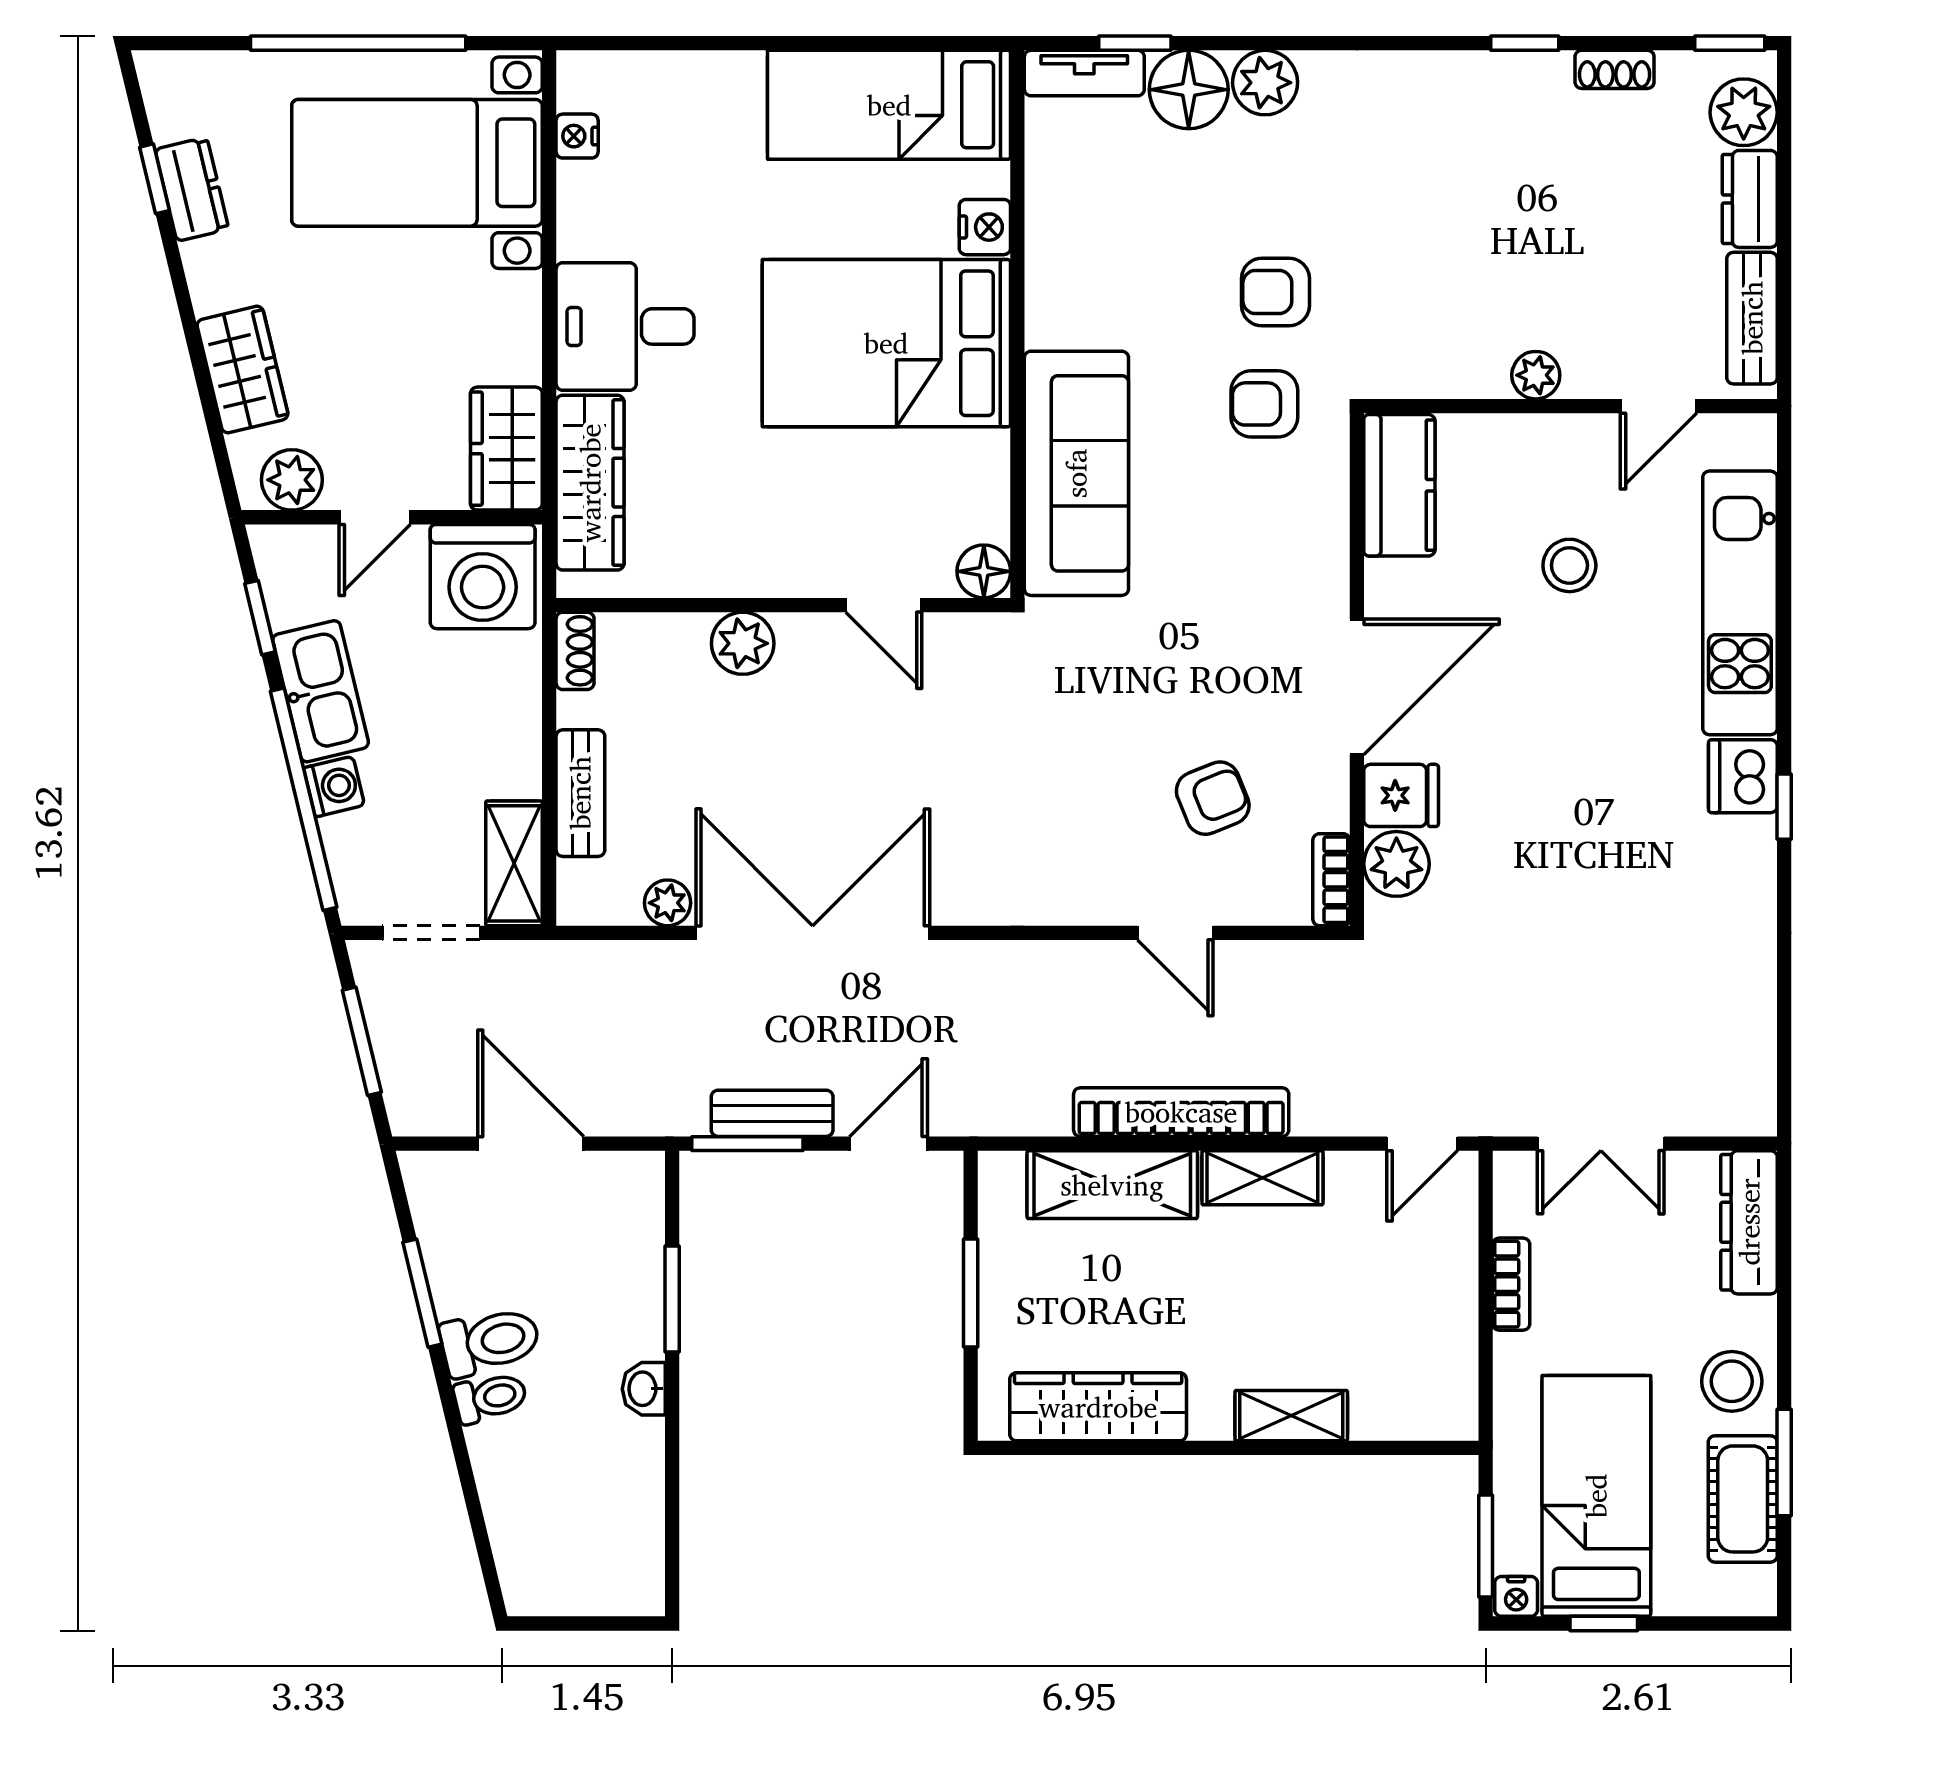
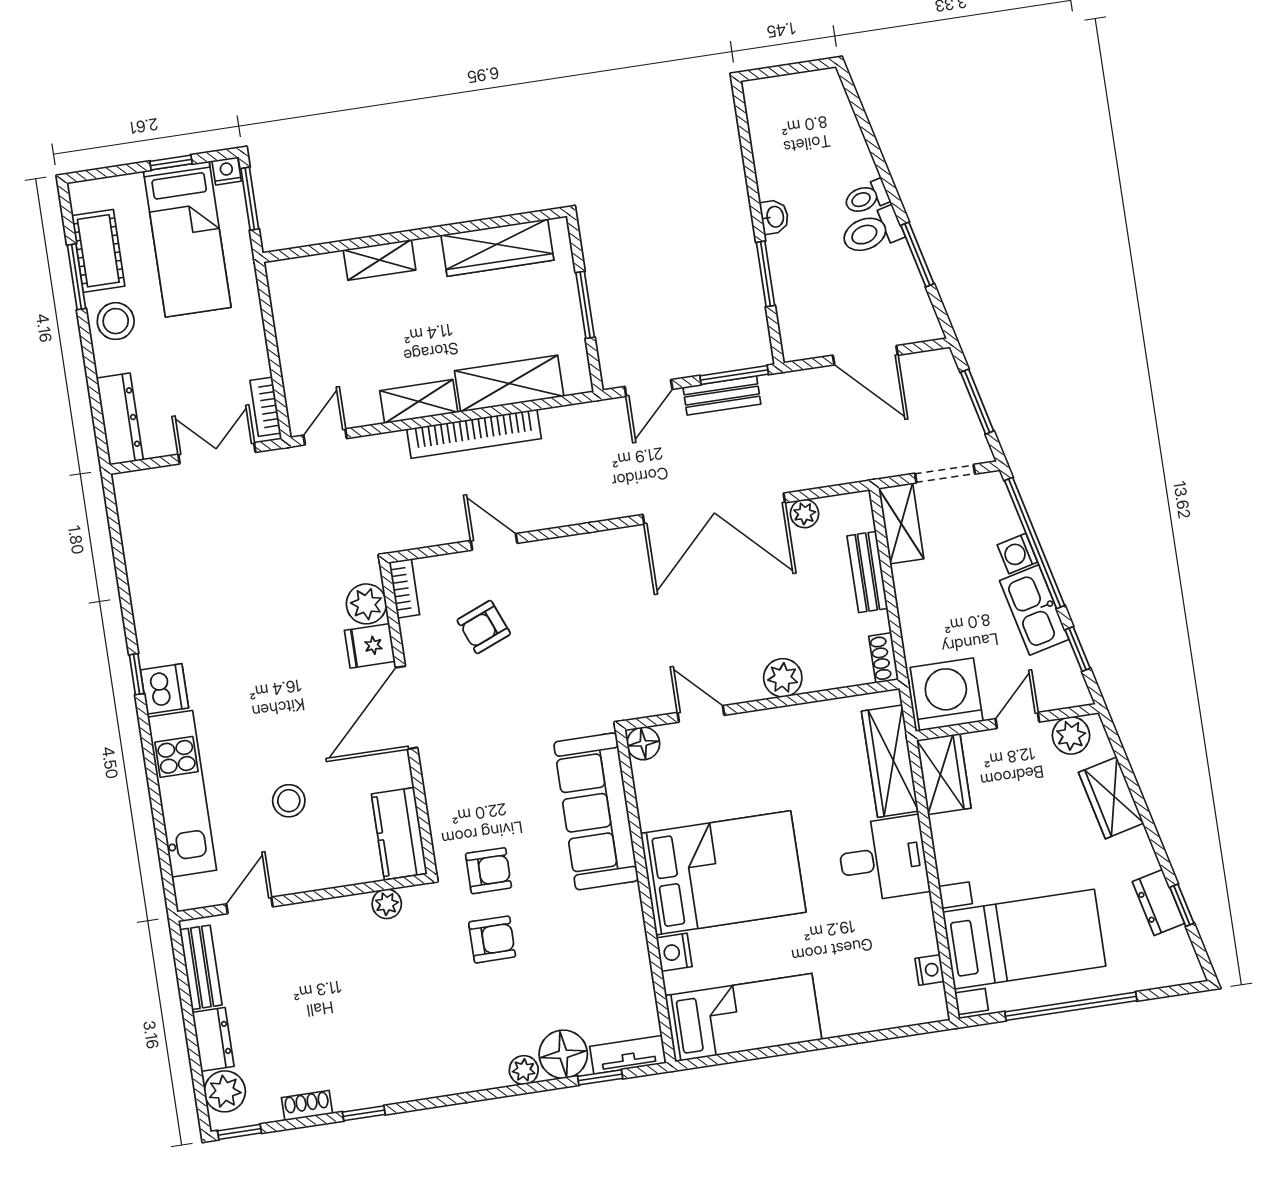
plant: (1265, 83) -> (524, 1070), width x0.73, depth x0.73
plant: (1536, 375) -> (387, 904), moved
bookcase: (1511, 1284) -> (265, 407), moved

